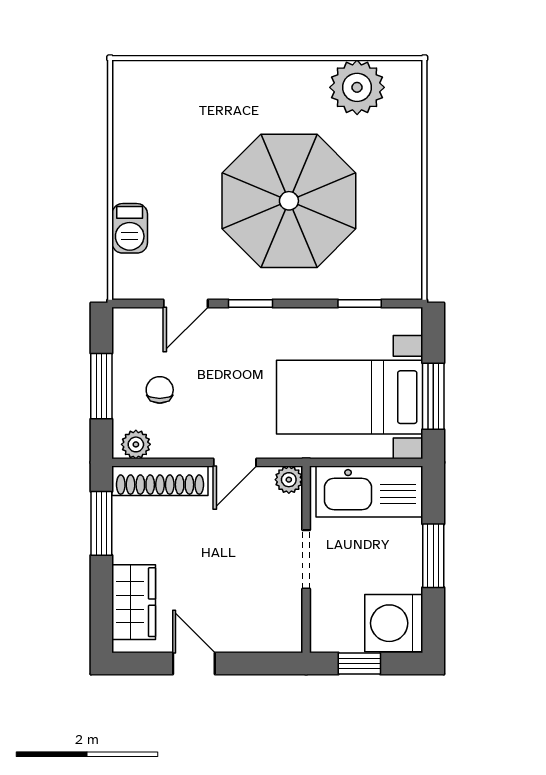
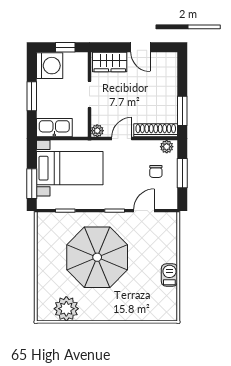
barbecue: (130, 228) -> (169, 275), moved
window: (433, 396) -> (32, 184), moved
kitchen sink: (369, 491) -> (54, 128), width x0.73, depth x0.81
wardrobe: (134, 602) -> (110, 62), moved, turned -90

